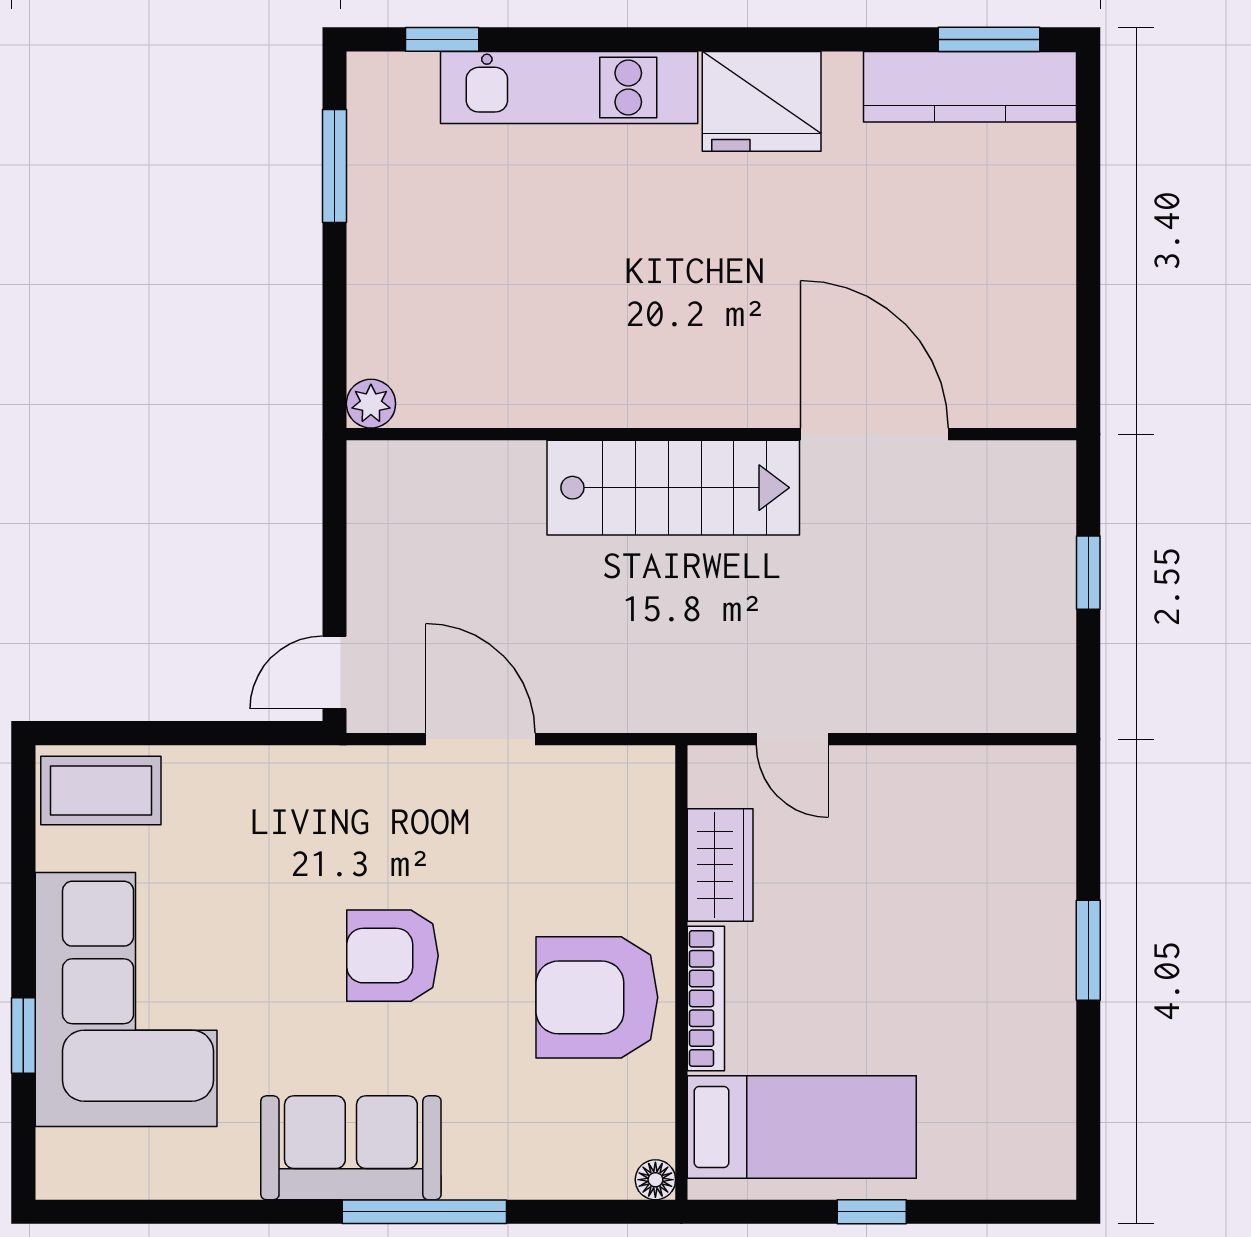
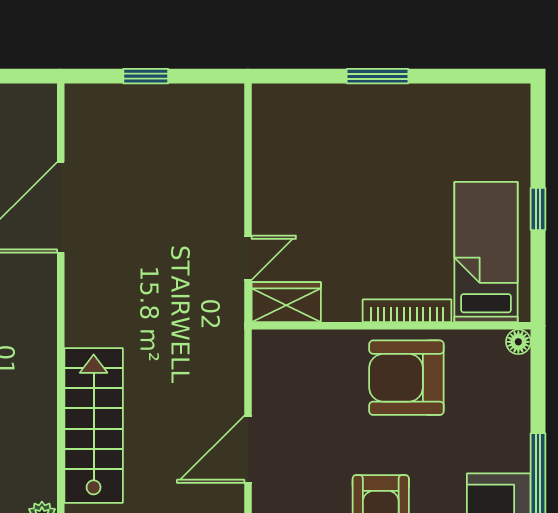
stairs: (673, 488) -> (94, 425), moved
wardrobe: (720, 865) -> (286, 302), moved
armchair: (597, 997) -> (406, 378), turned 90

